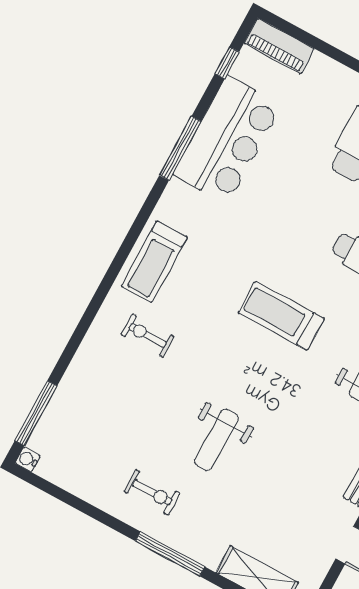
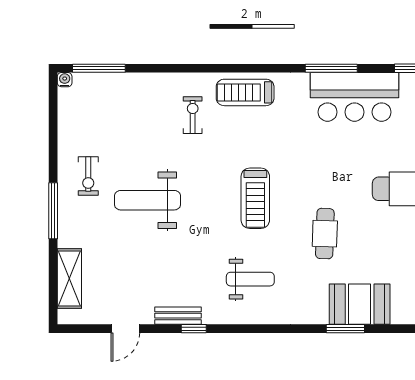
treadmill: (281, 316) -> (255, 198), turned 180
weight bench: (217, 440) -> (147, 200), width x1.36, depth x1.33

